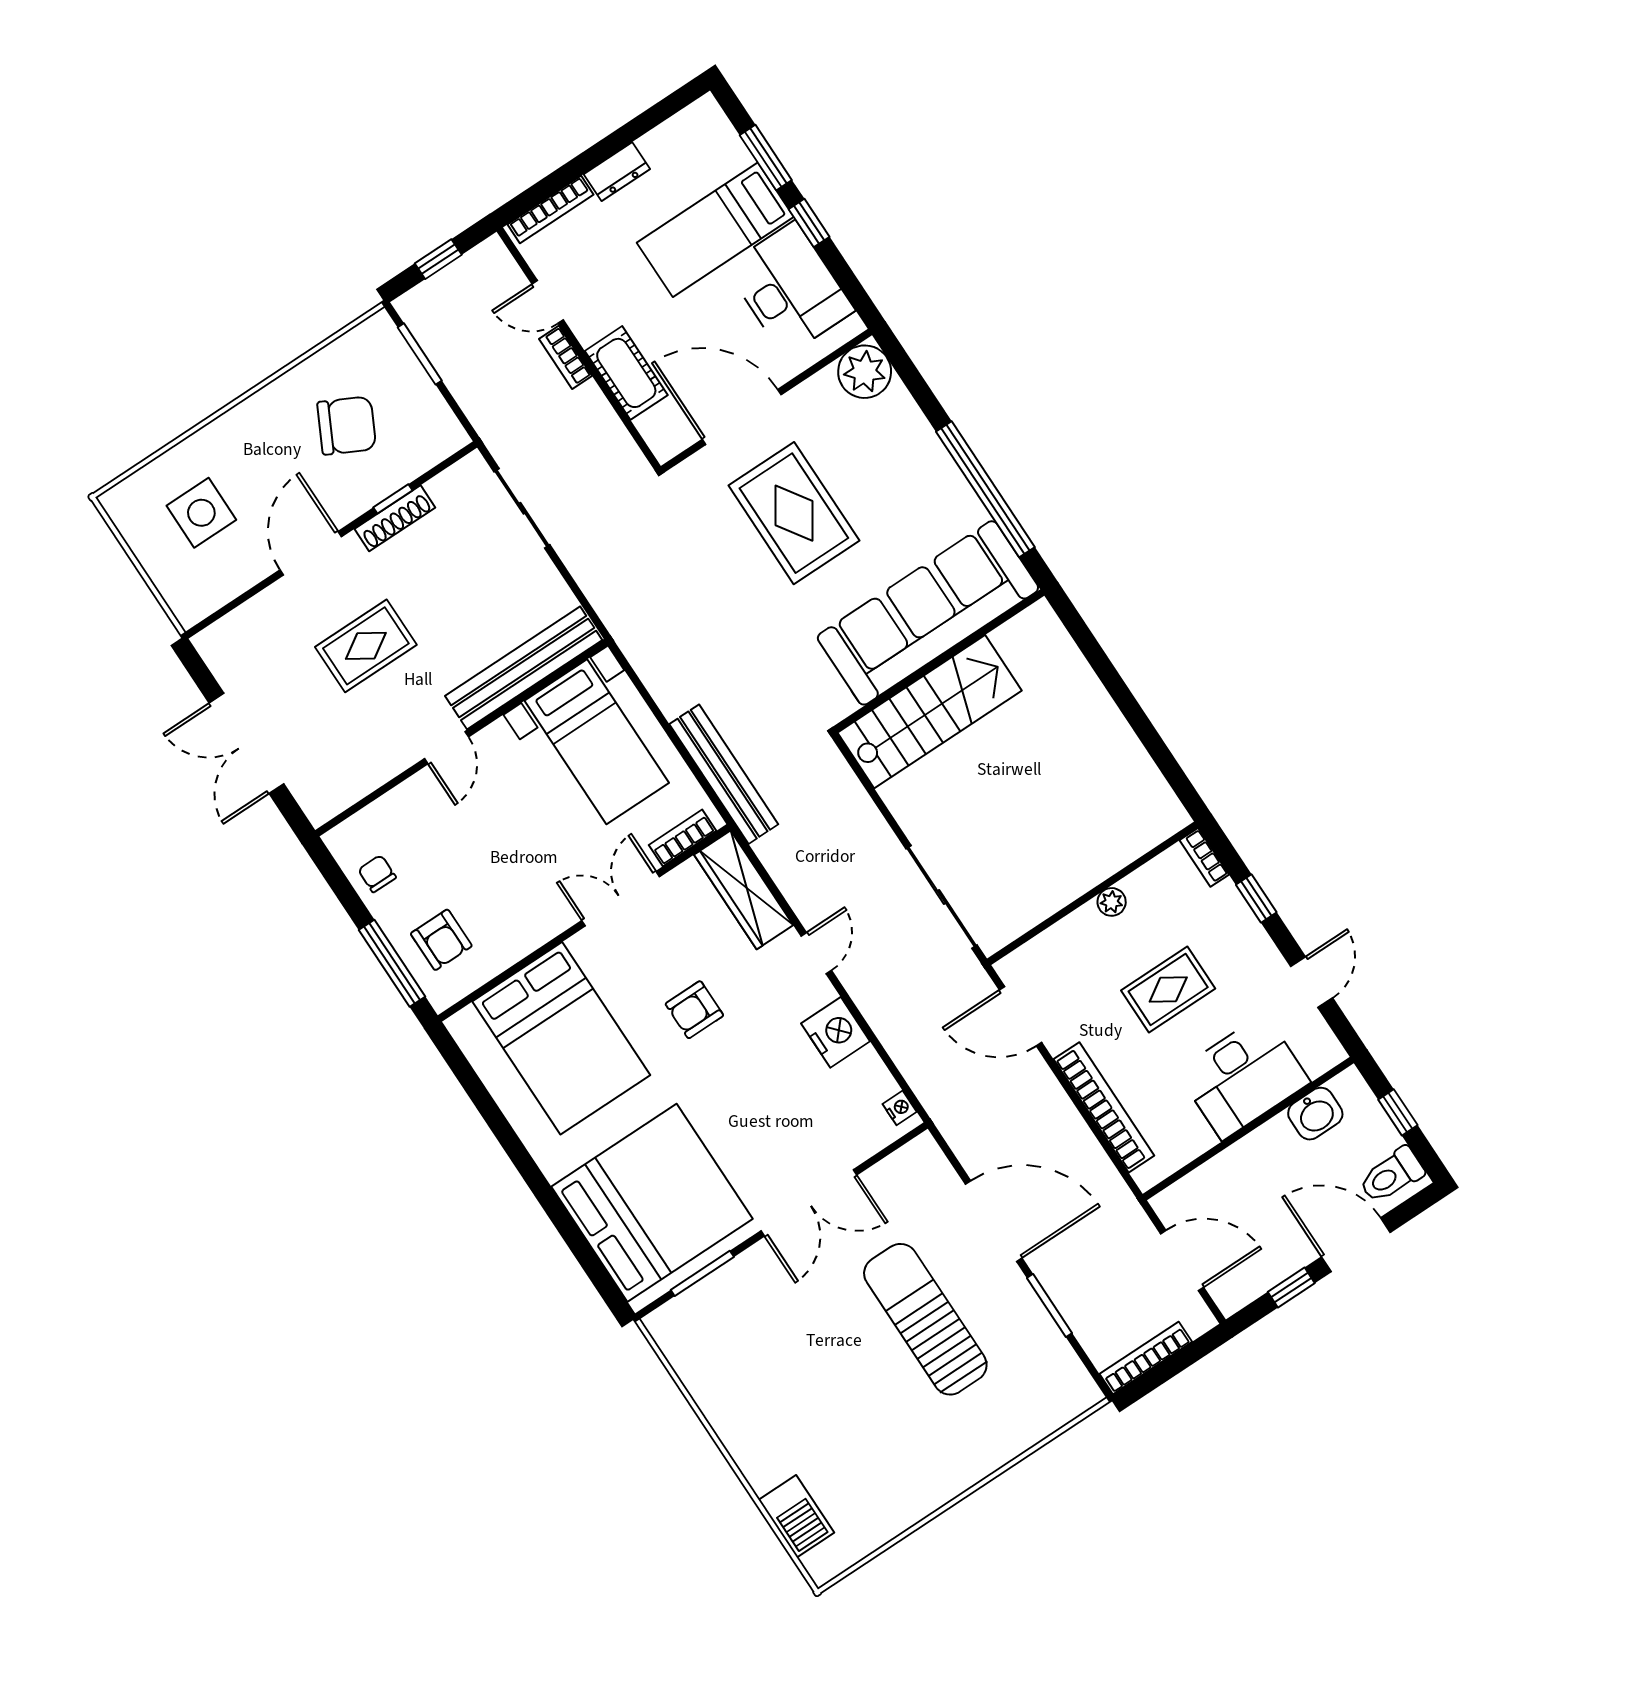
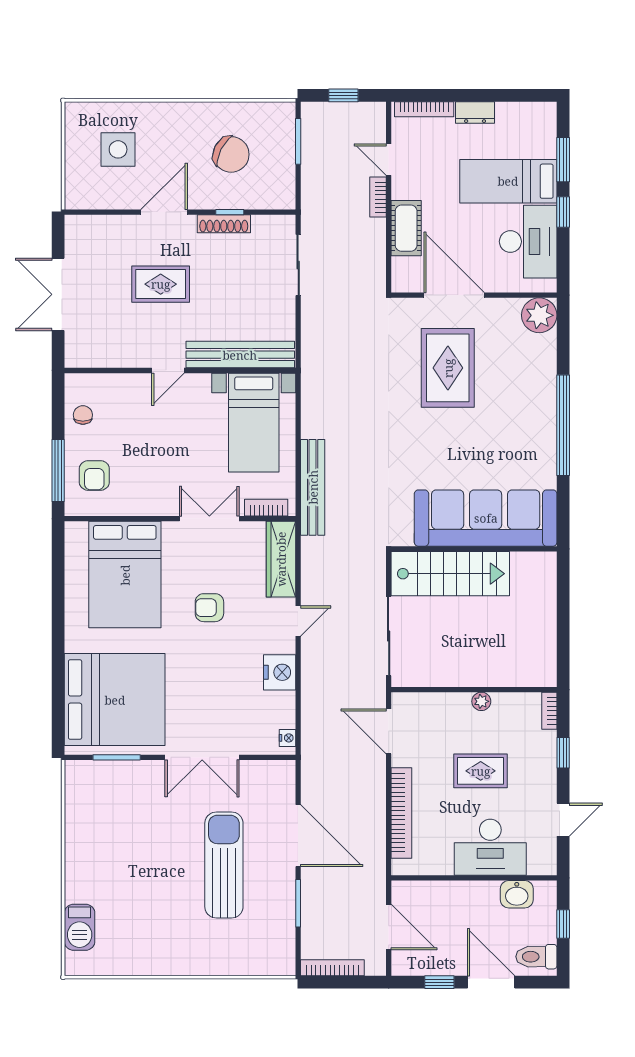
sofa: (928, 613) -> (486, 518), moved
wall: (939, 661) -> (474, 549), moved
stairs: (930, 712) -> (450, 574), moved

